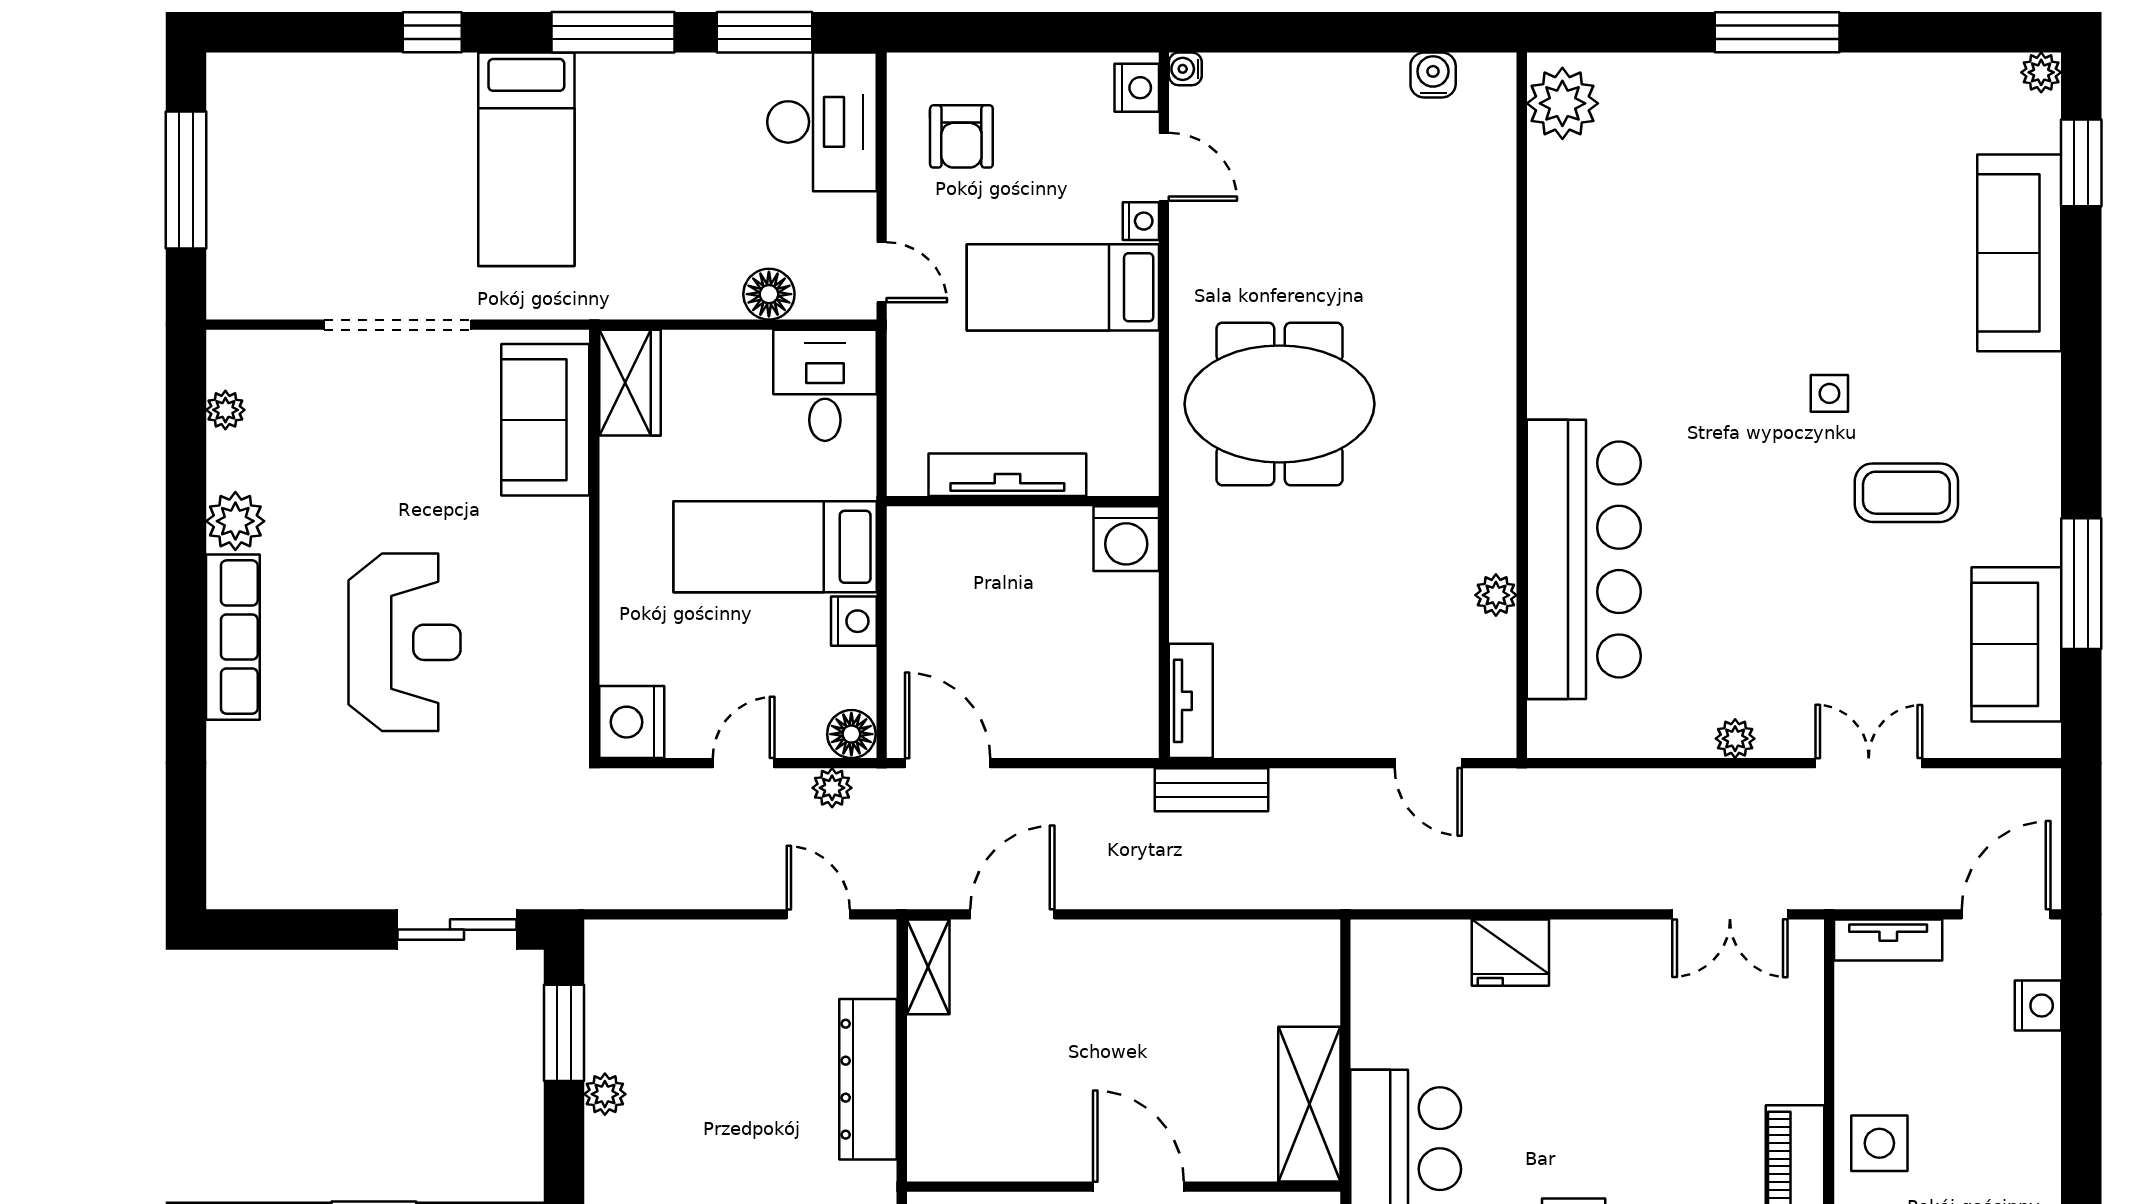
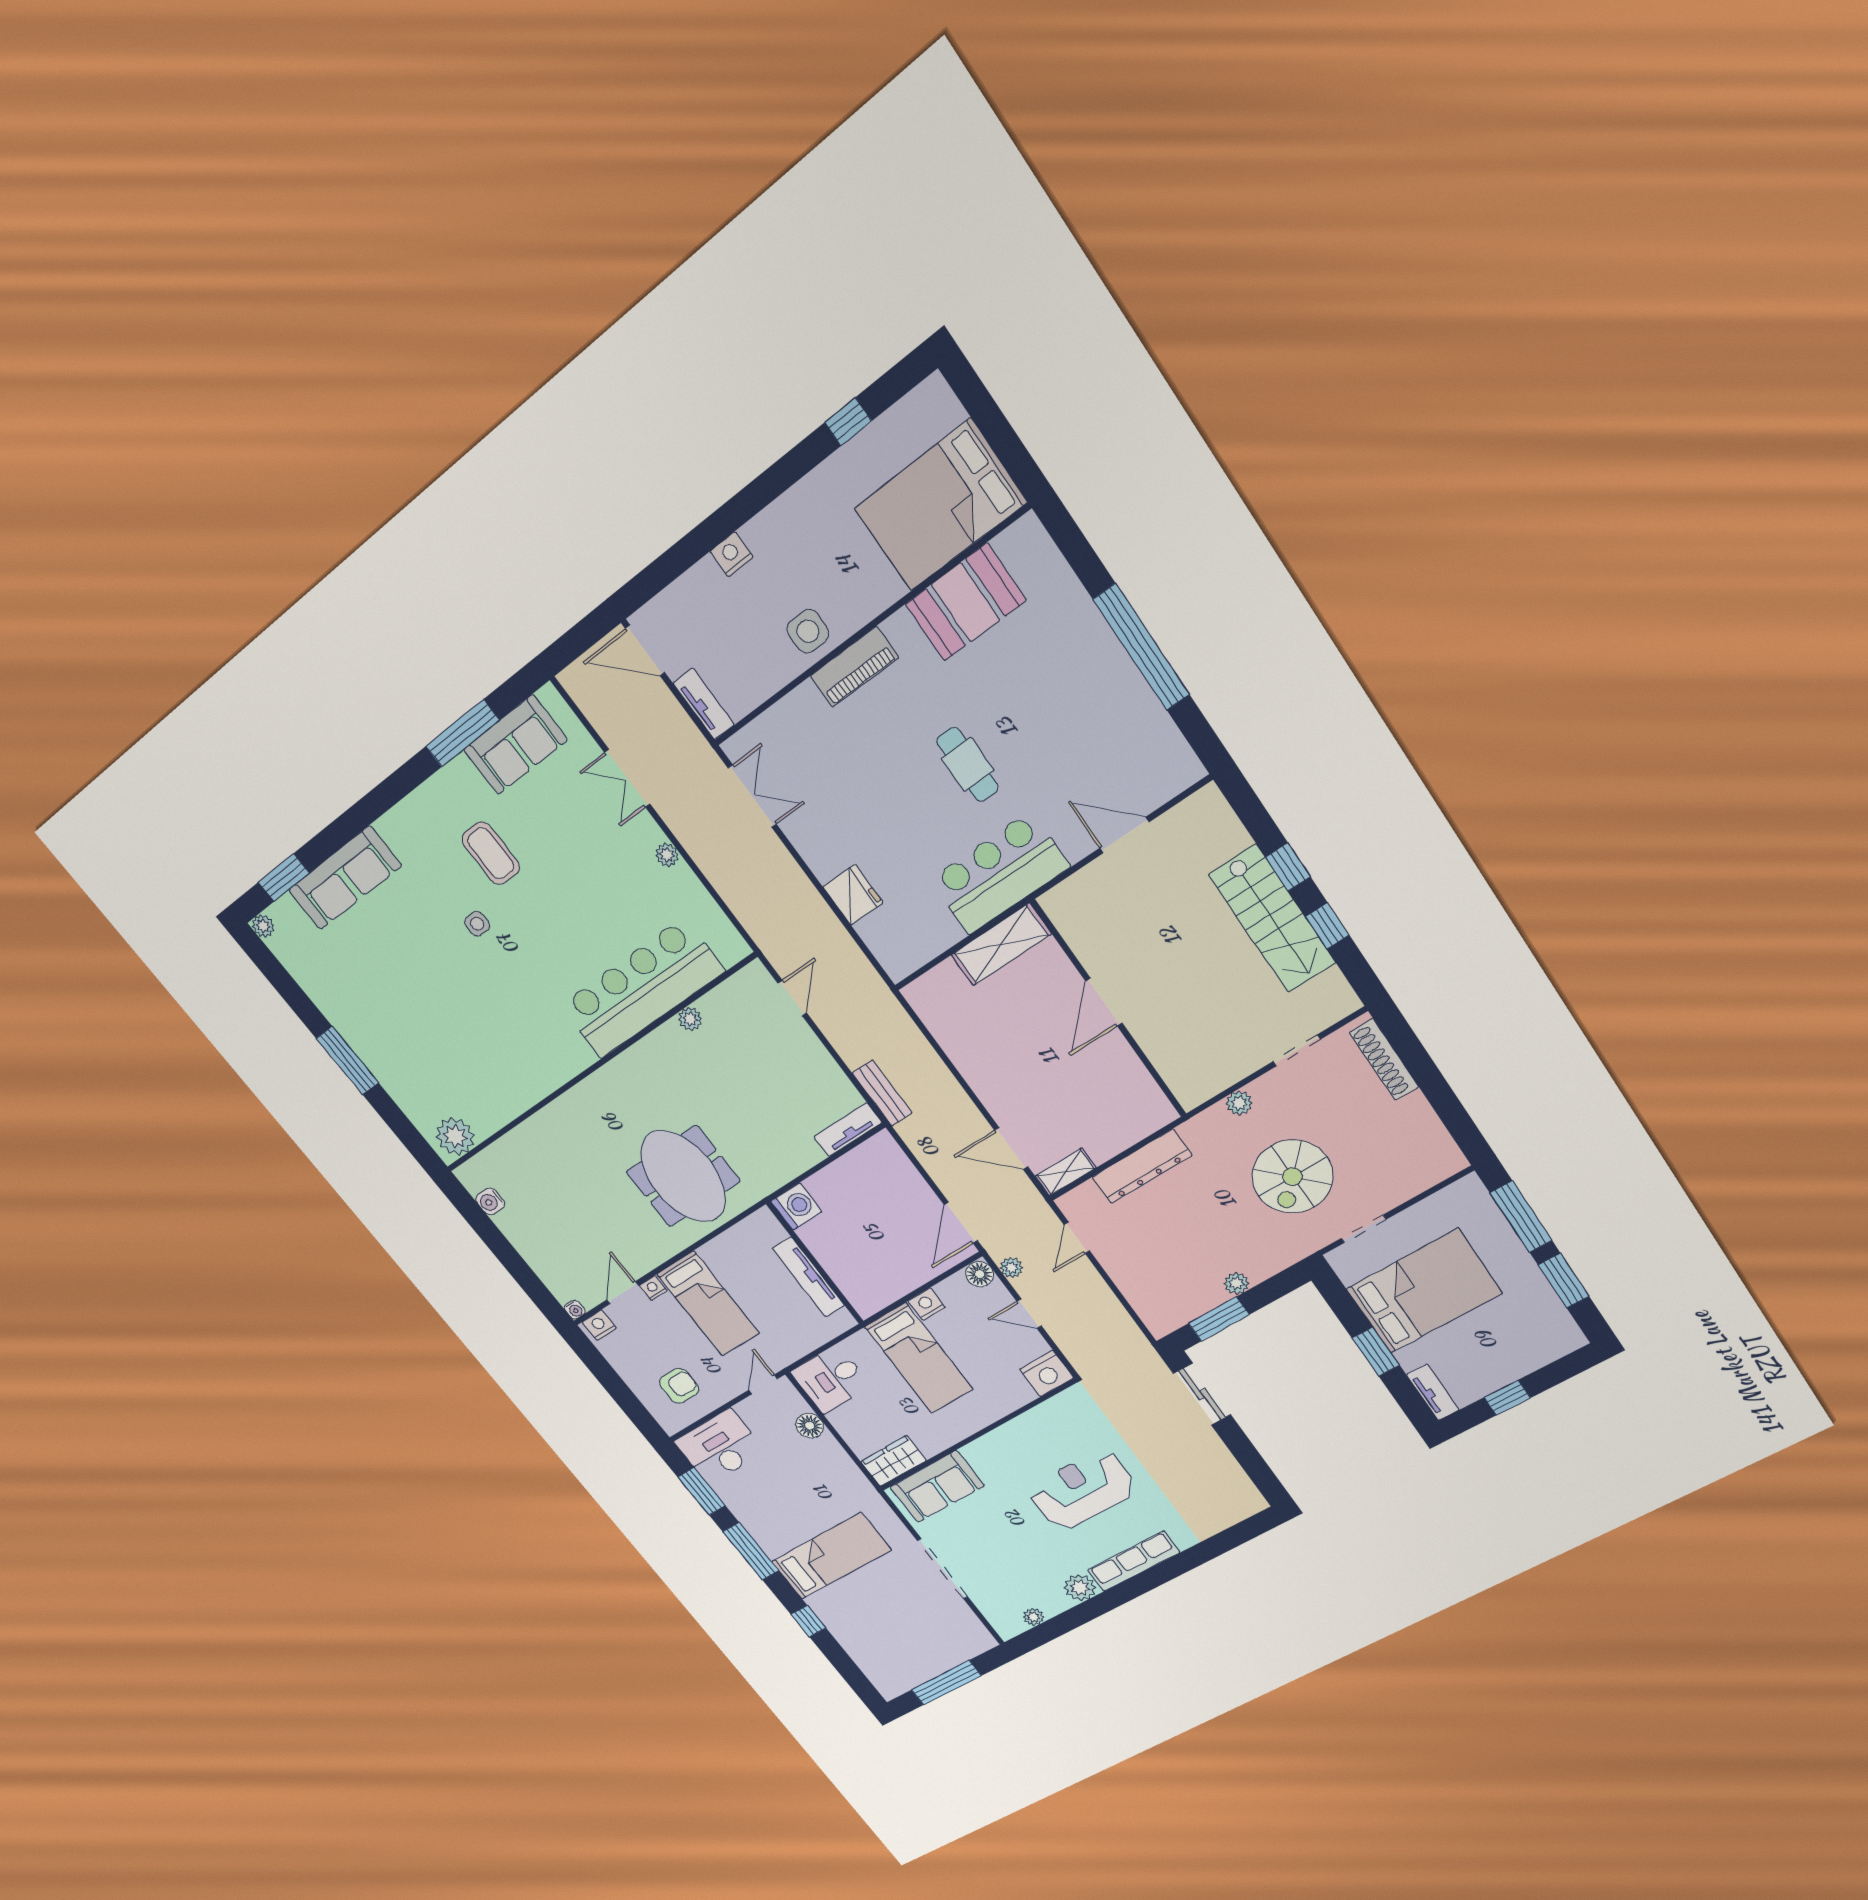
nightstand: (2038, 1005) -> (732, 554), moved

